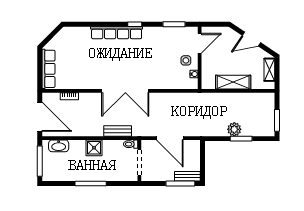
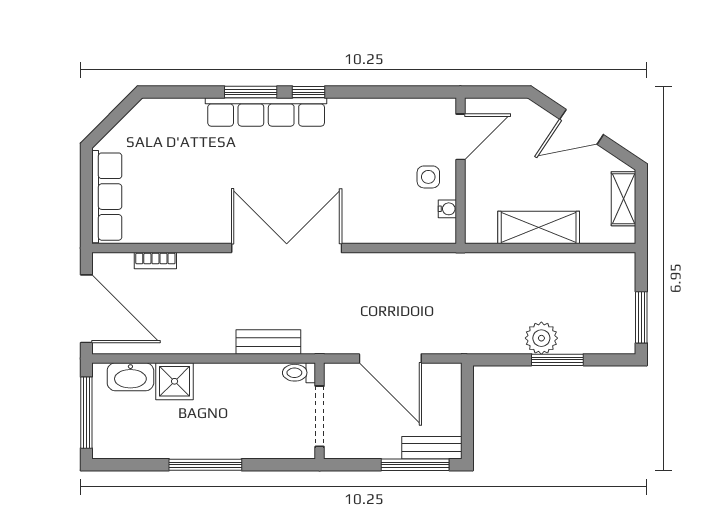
window: (174, 24) -> (251, 92), moved
double door: (125, 91) -> (287, 248), swing flipped
shower: (94, 148) -> (175, 381), moved

